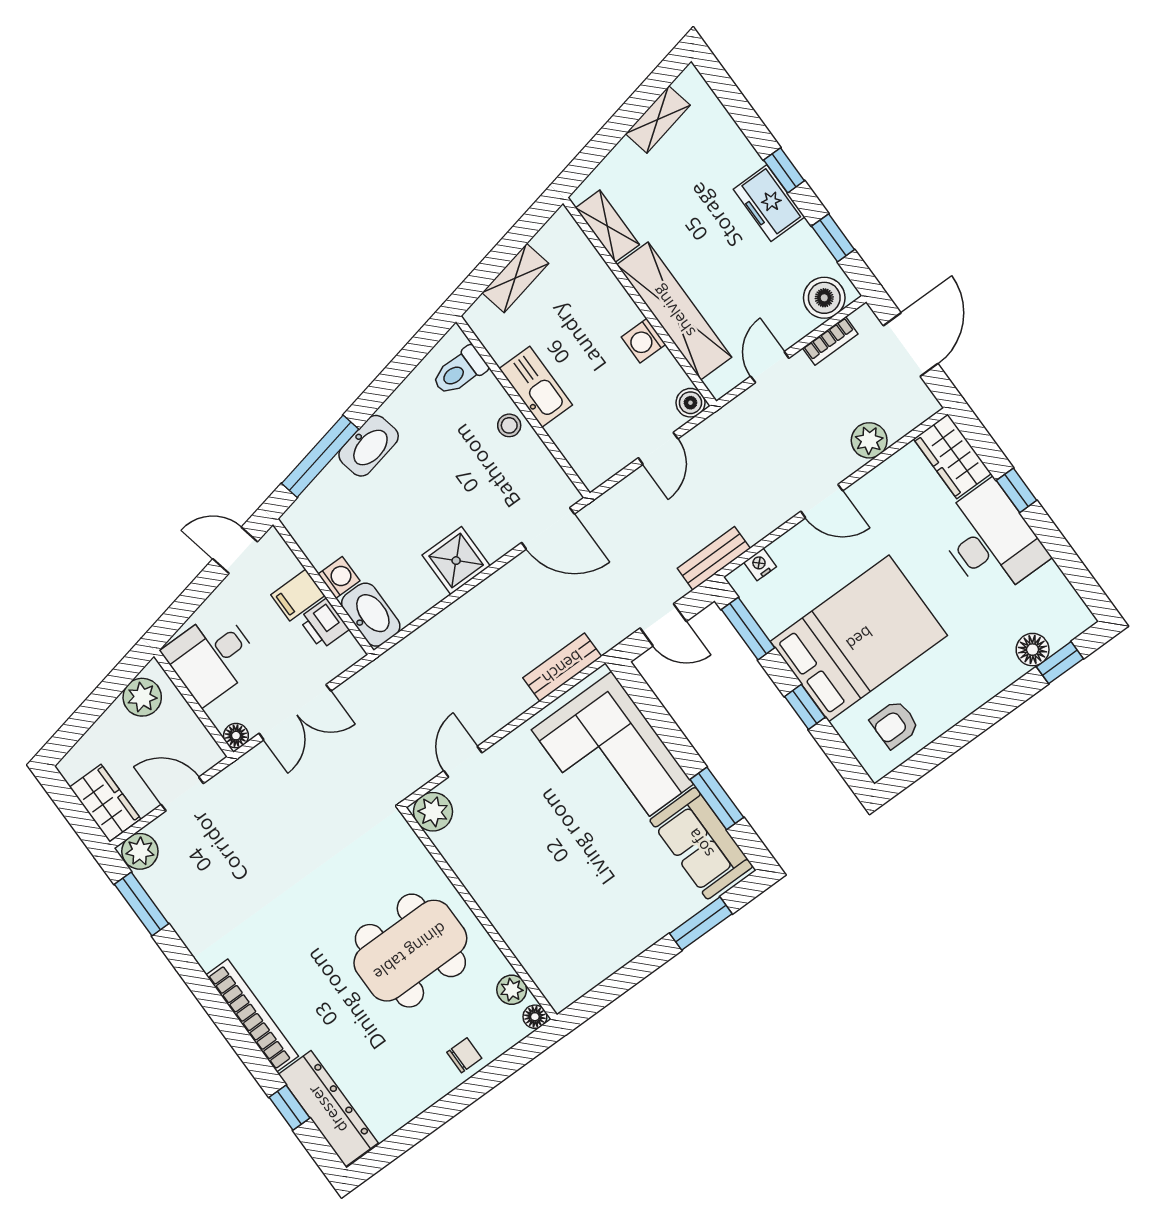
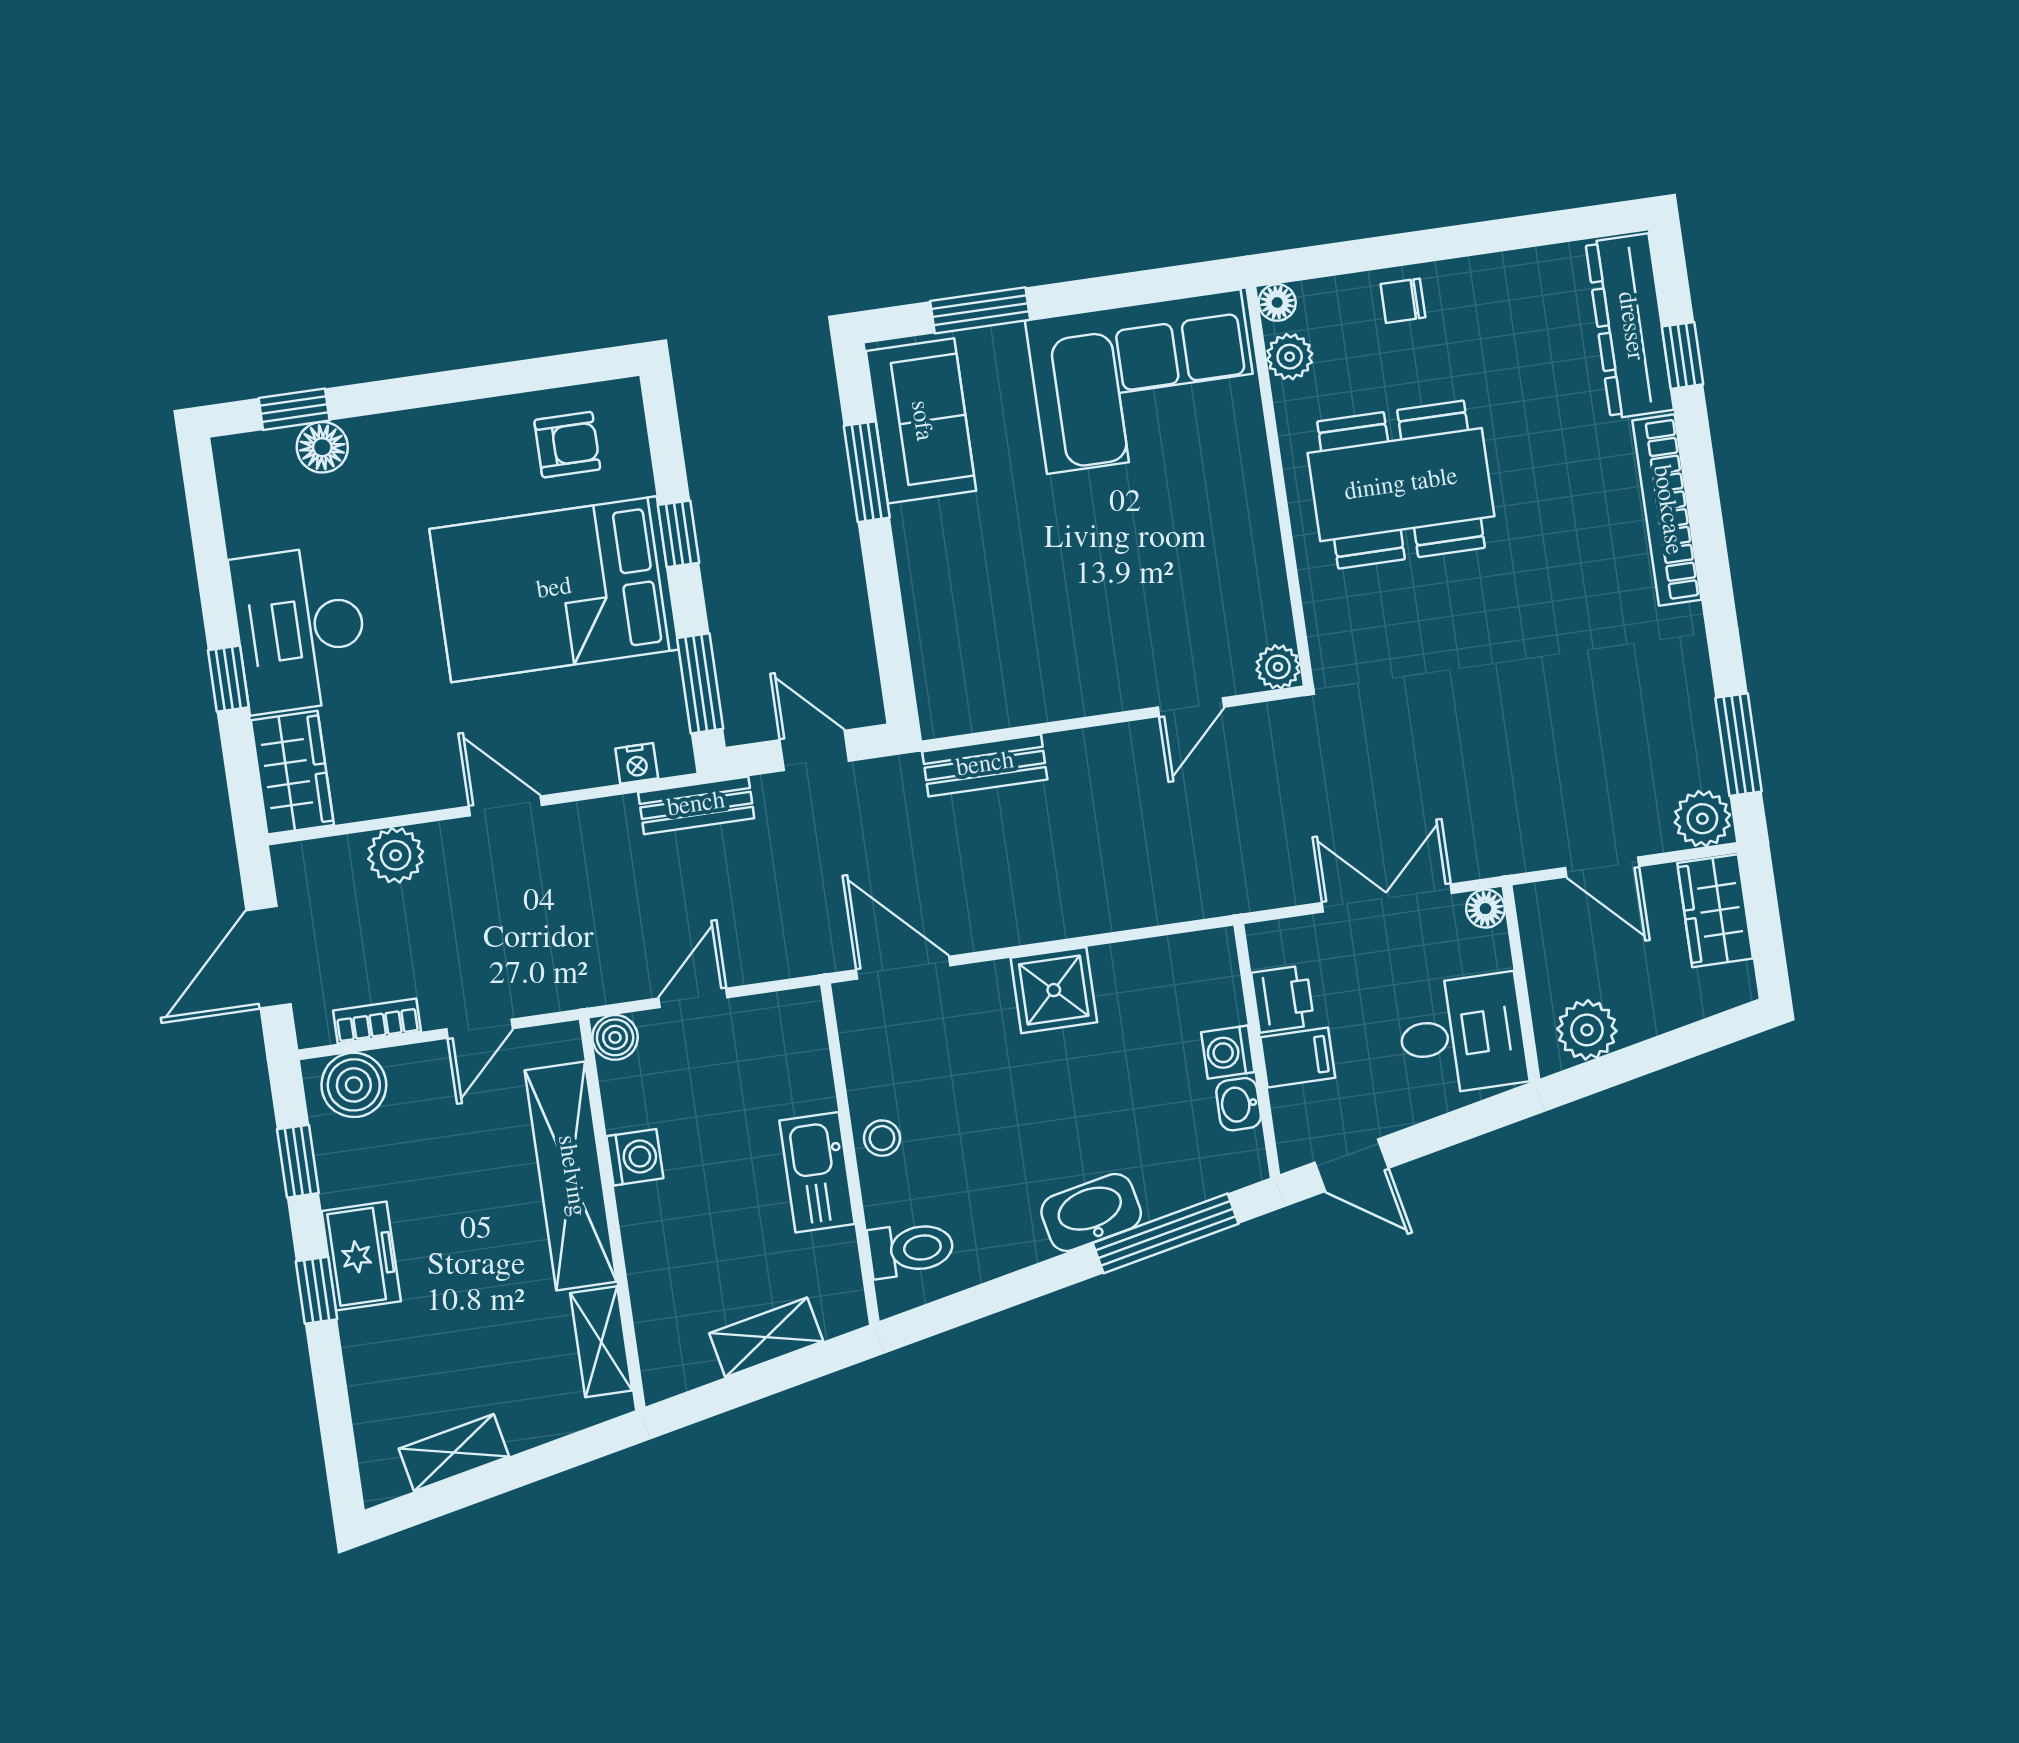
washbasin: (371, 615) -> (1239, 1104), moved, width x0.52, depth x0.69
corner sofa: (612, 757) -> (1144, 382), moved, turned 90
plant: (433, 812) -> (1278, 667), width x0.73, depth x0.73

